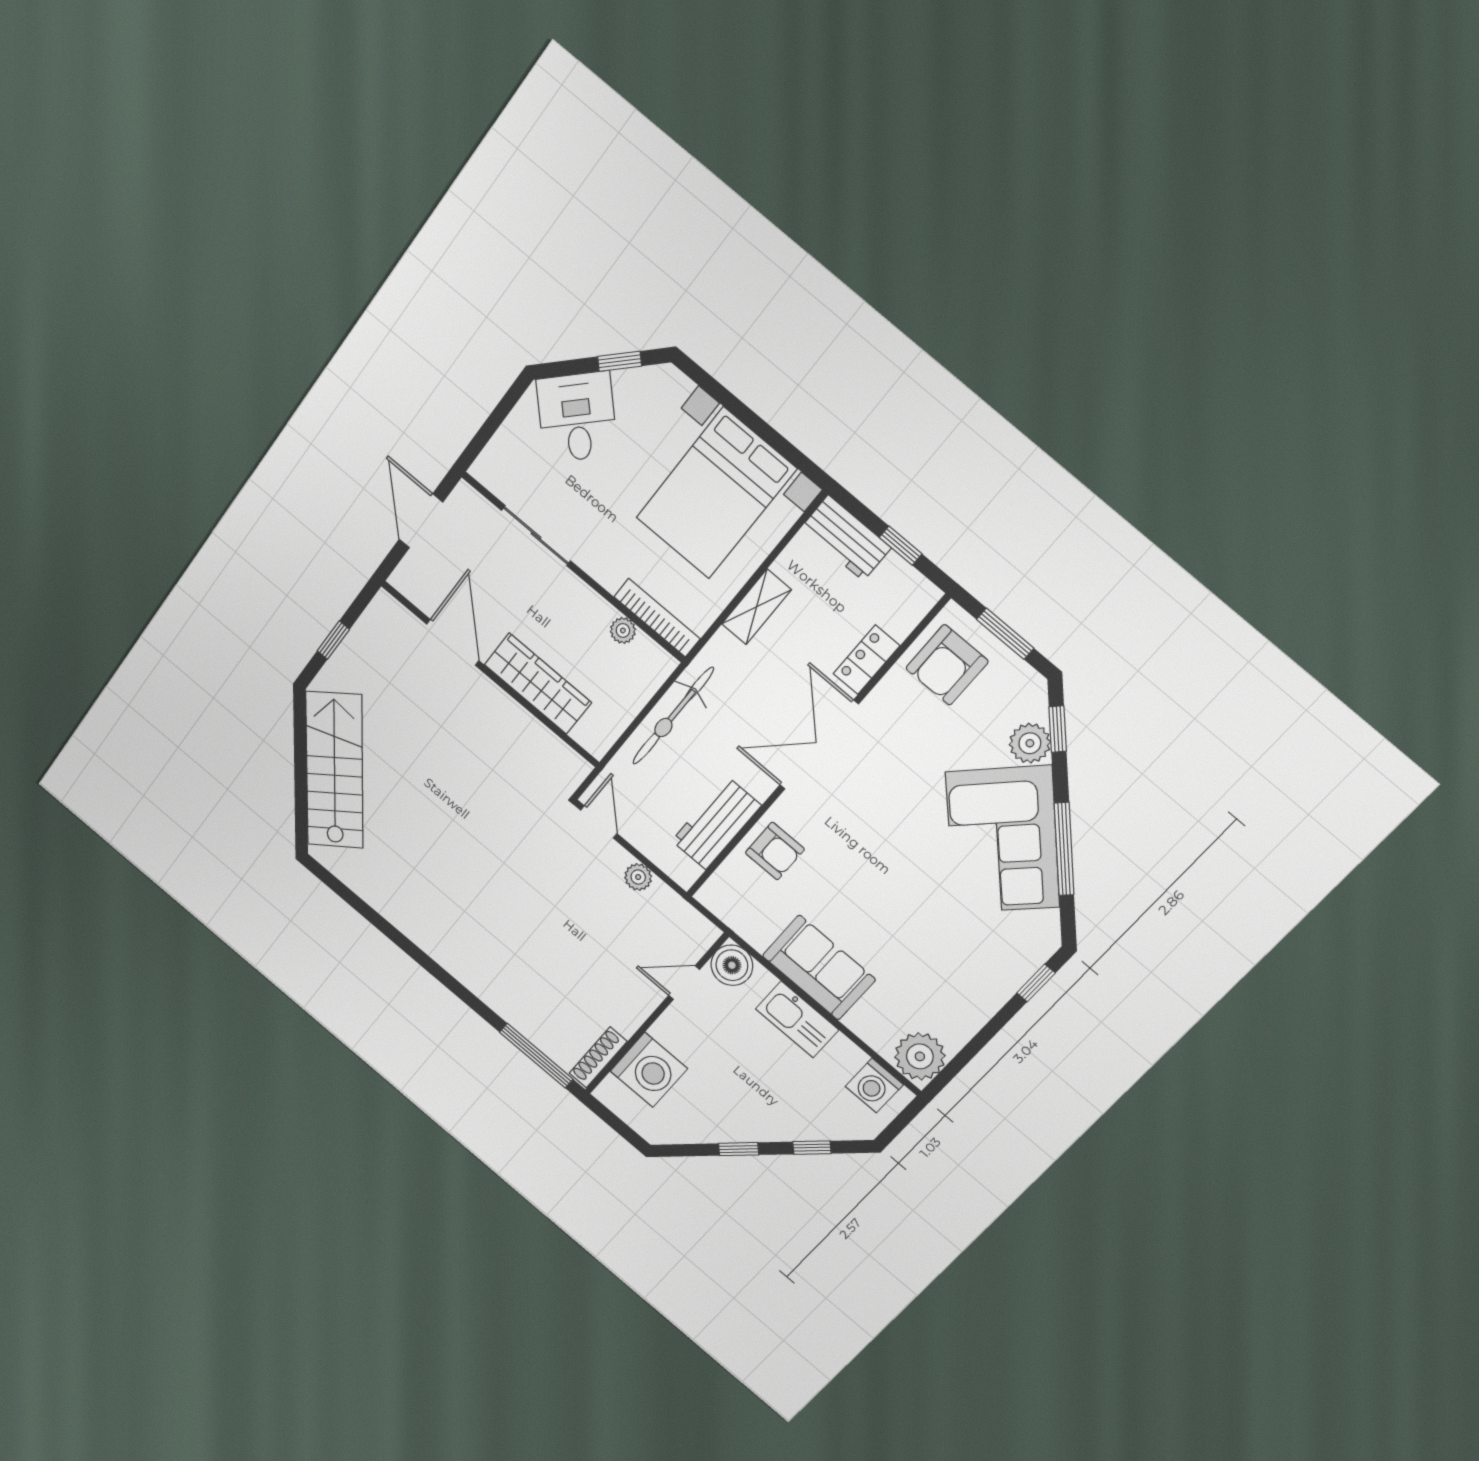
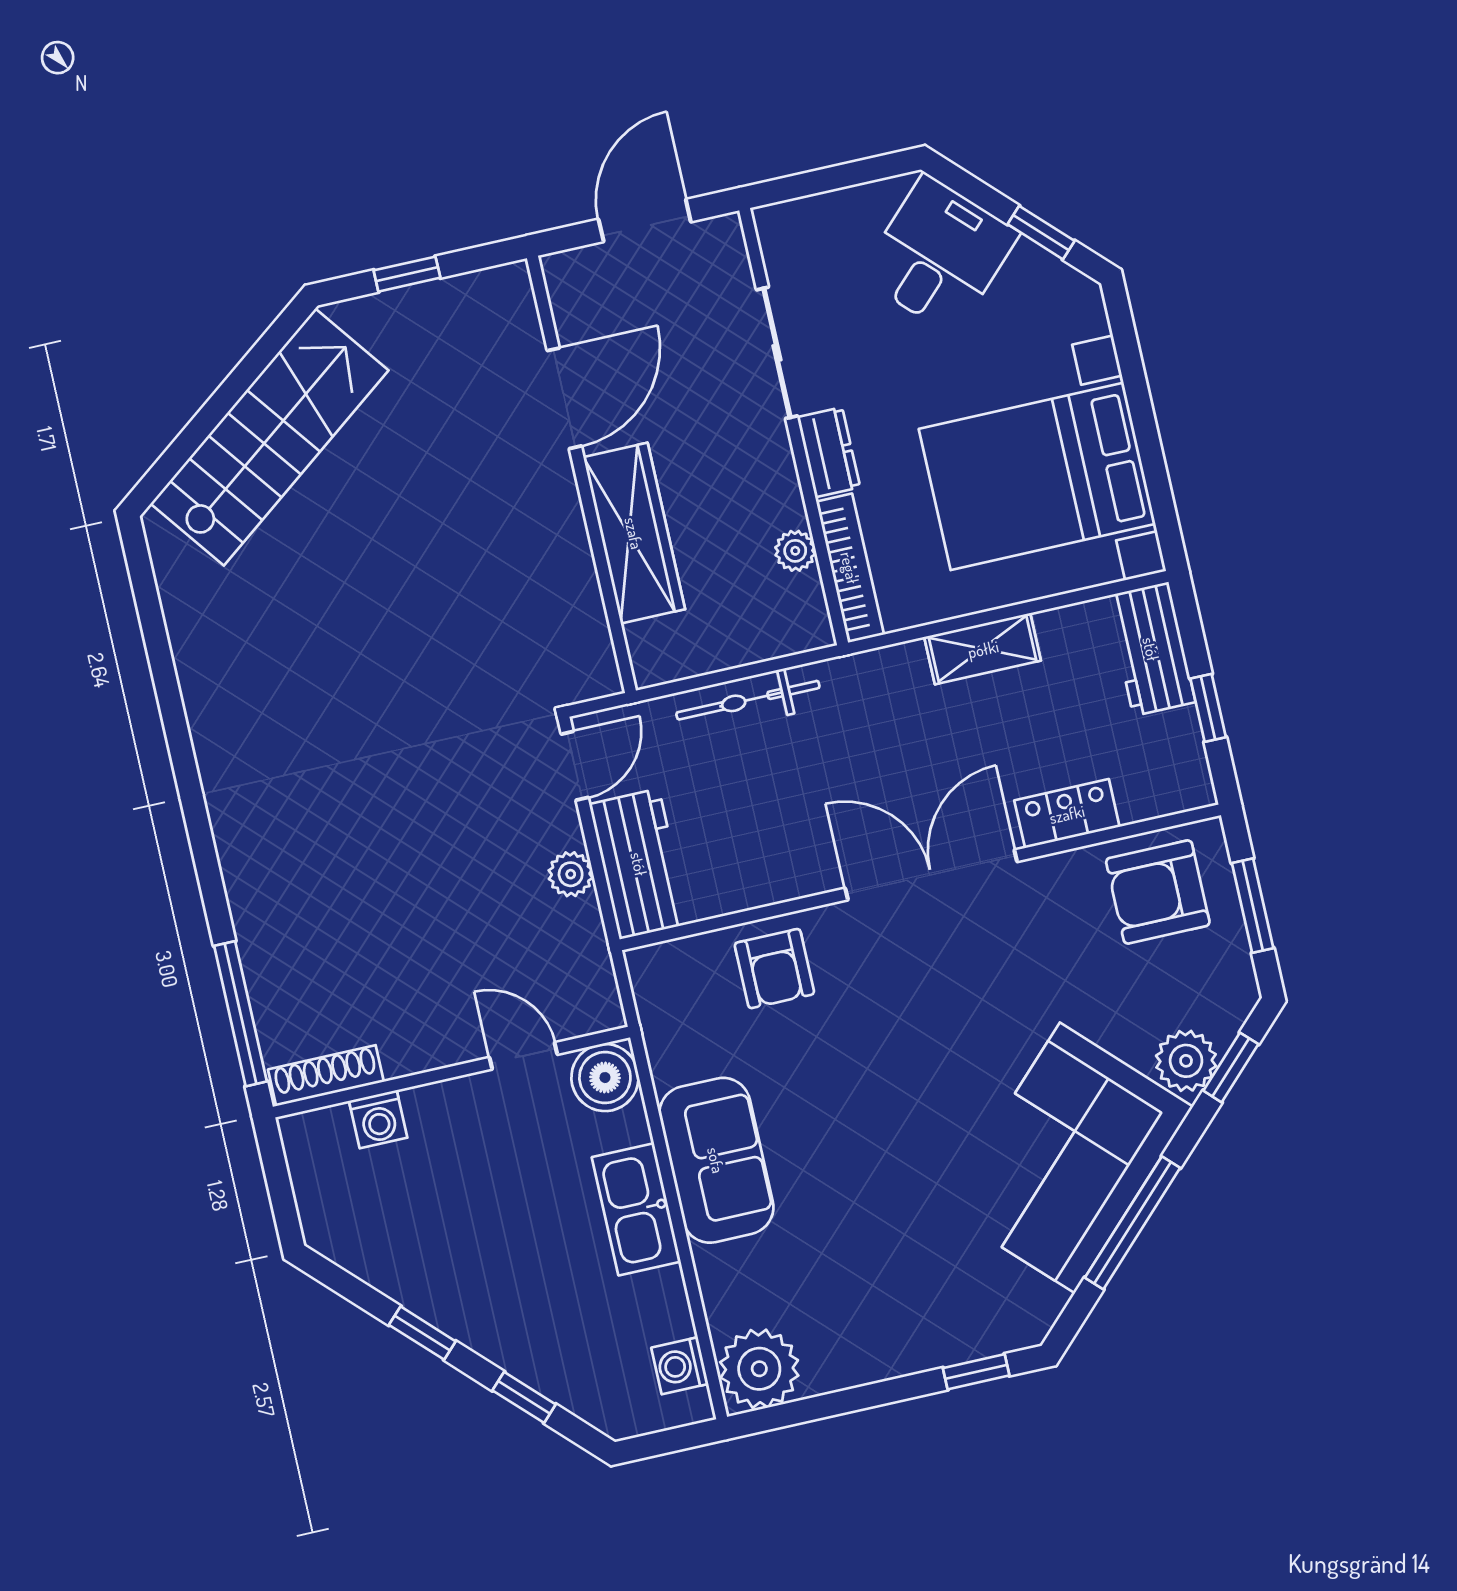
dresser: (601, 566) -> (829, 452), added
bicycle: (673, 716) -> (748, 700), width x0.73, depth x0.71
workbench: (716, 823) -> (639, 864), moved, turned 90
washing machine: (649, 1070) -> (378, 1119), width x0.53, depth x0.53
washing machine: (874, 1085) -> (680, 1366), width x0.73, depth x0.73

